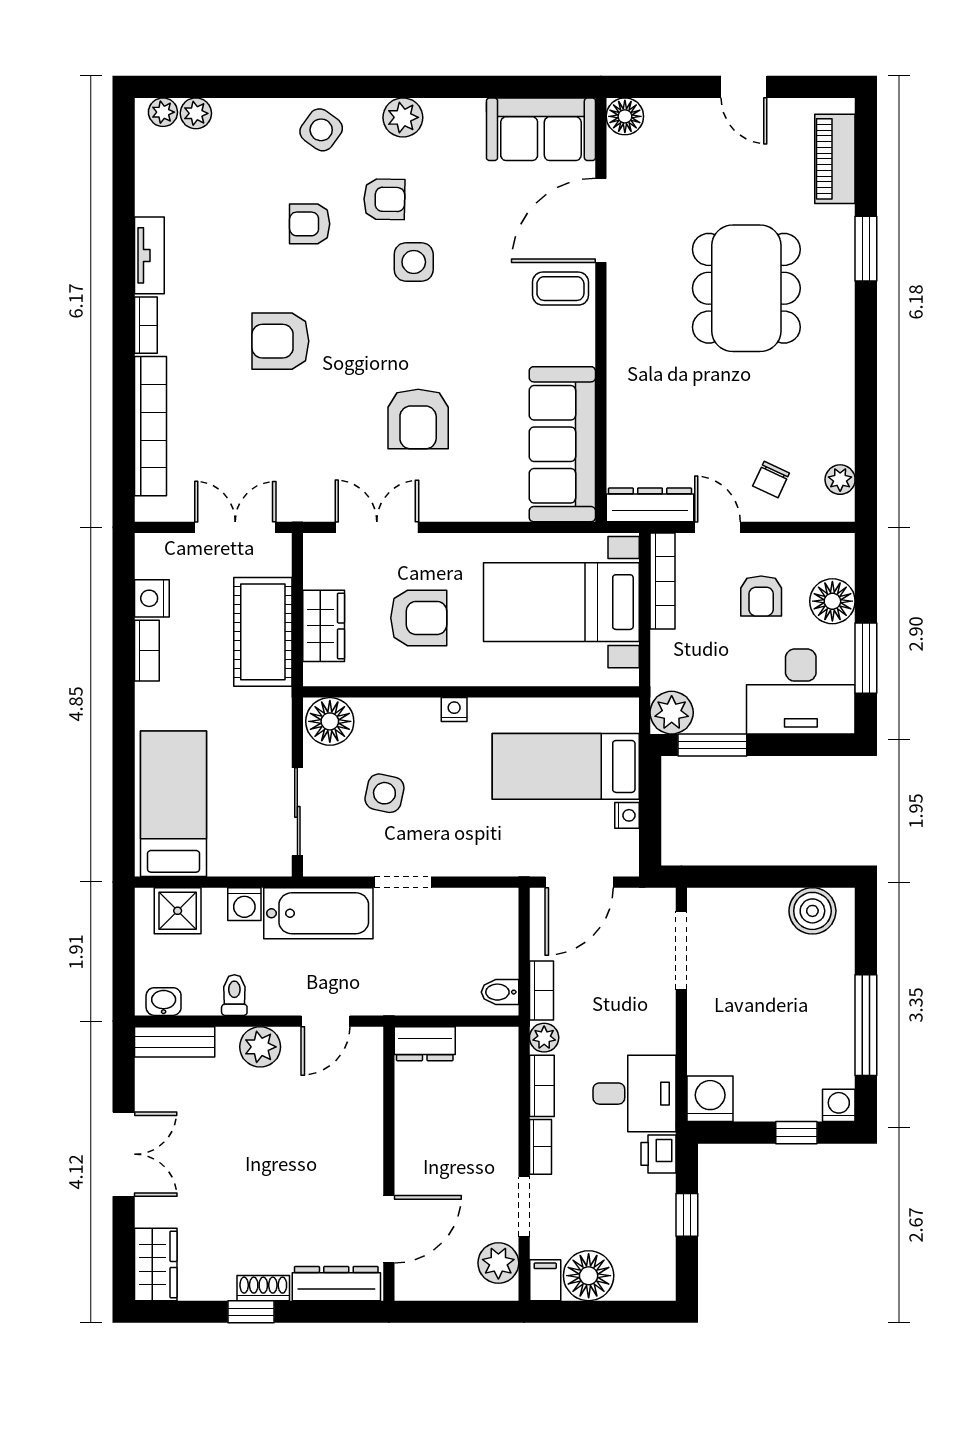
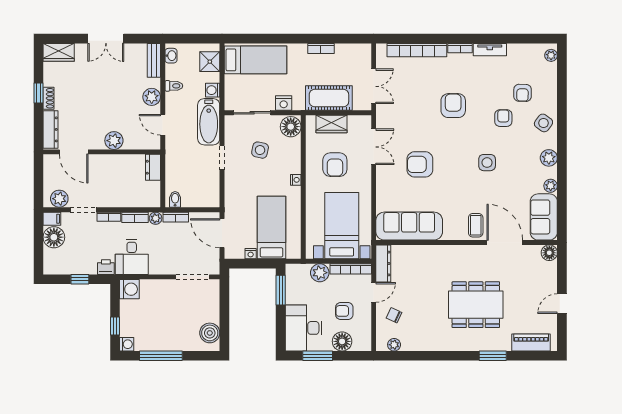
plant: (196, 113) -> (551, 186), moved
armchair: (384, 199) -> (523, 93), moved
nightstand: (152, 598) -> (284, 103), moved, turned 180
plant: (672, 713) -> (320, 273), moved
plant: (362, 1135) -> (114, 141), added

